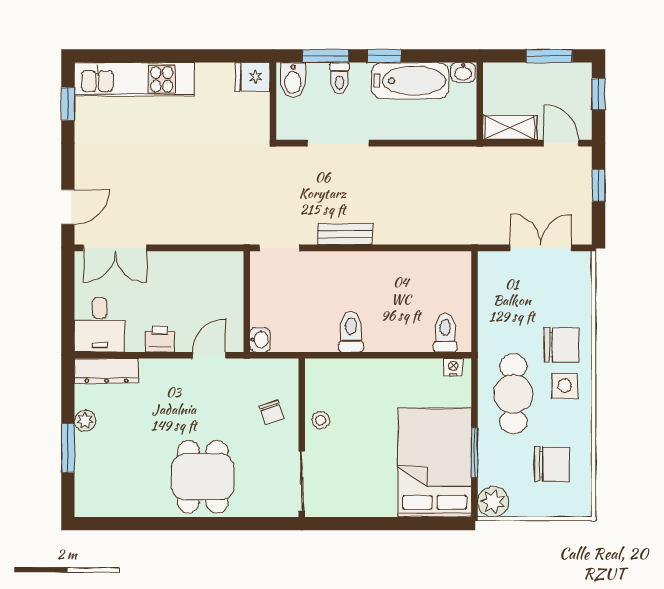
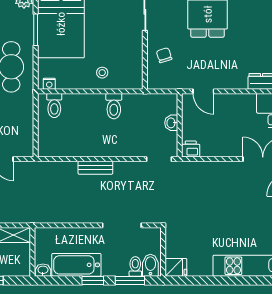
toilet: (339, 78) -> (135, 266), moved
bench: (345, 234) -> (95, 168), moved
printer: (160, 339) -> (191, 149), moved, turned 180
washbasin: (260, 340) -> (171, 123), moved
door: (209, 355) -> (203, 91), hinge flipped
stool: (321, 420) -> (102, 73), moved

